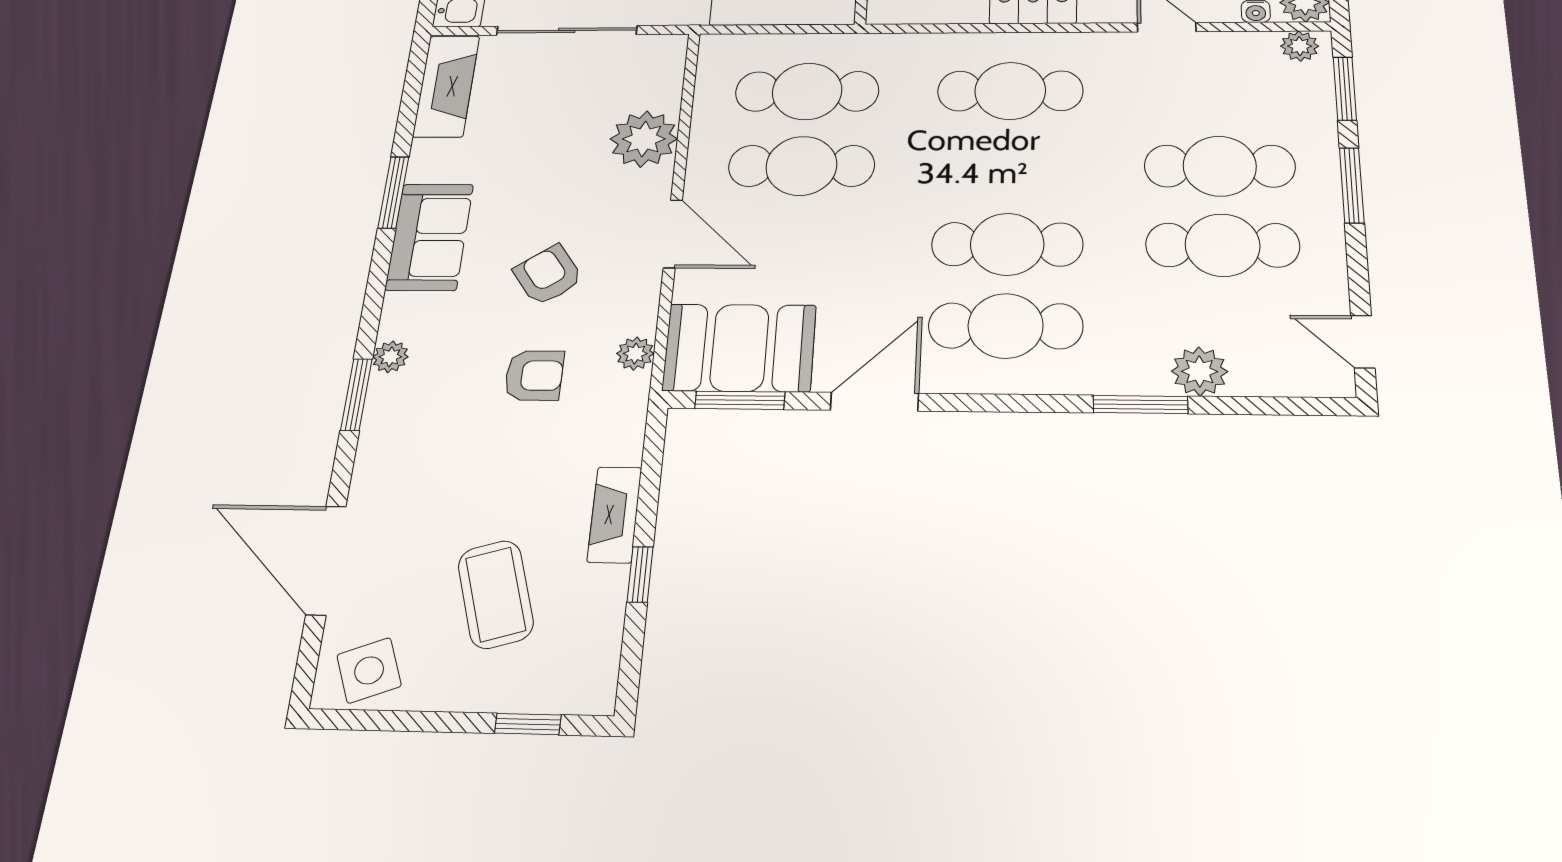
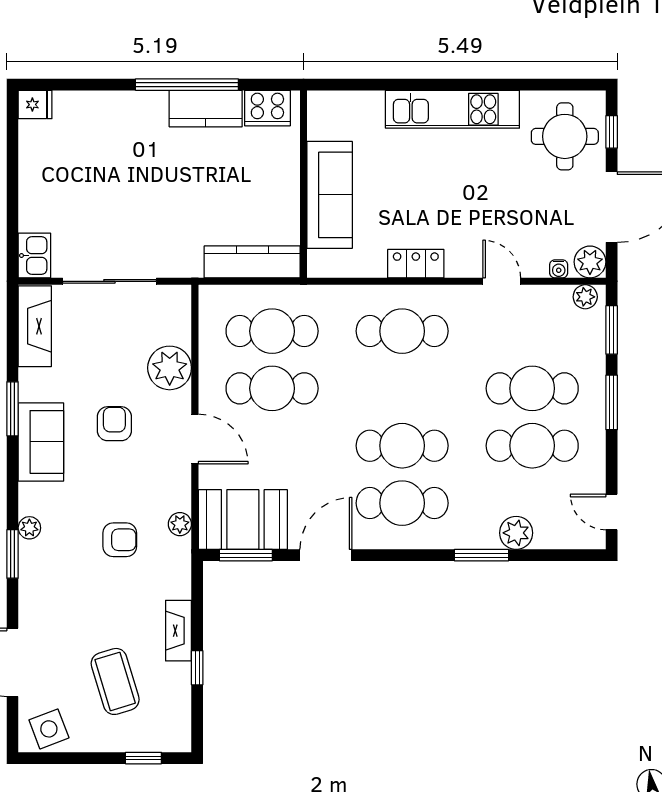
armchair: (548, 275) -> (114, 424), moved, turned 35

